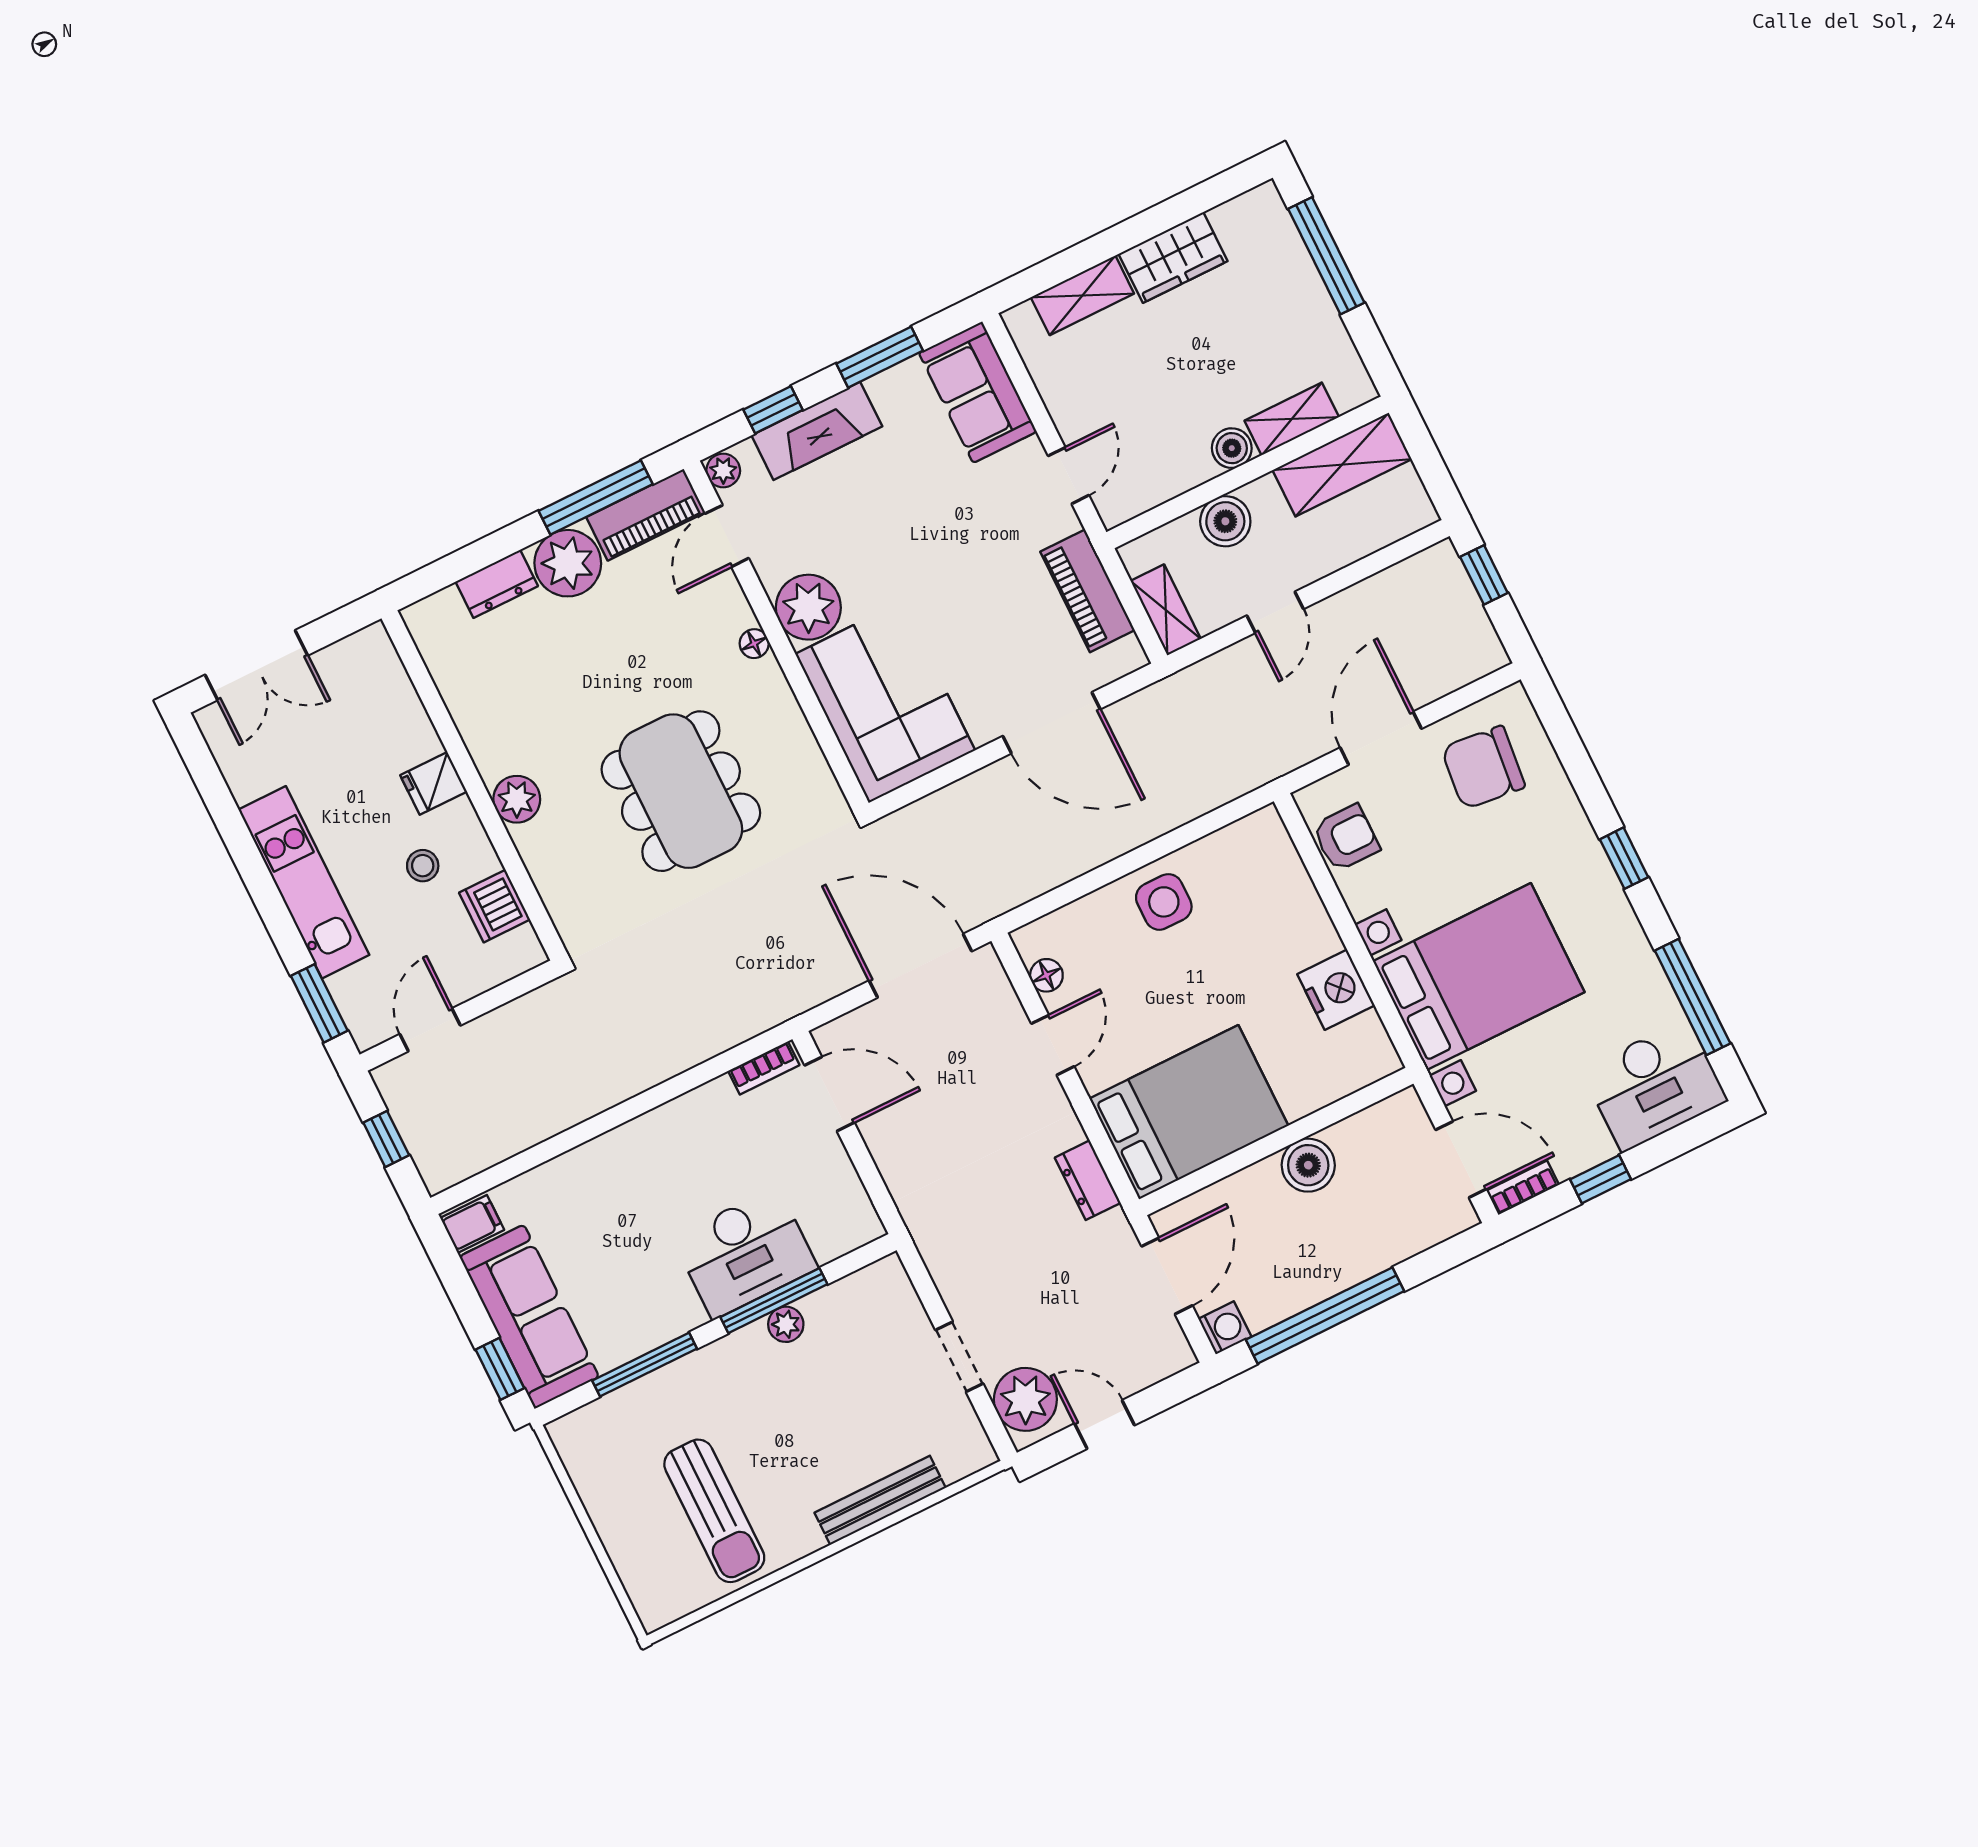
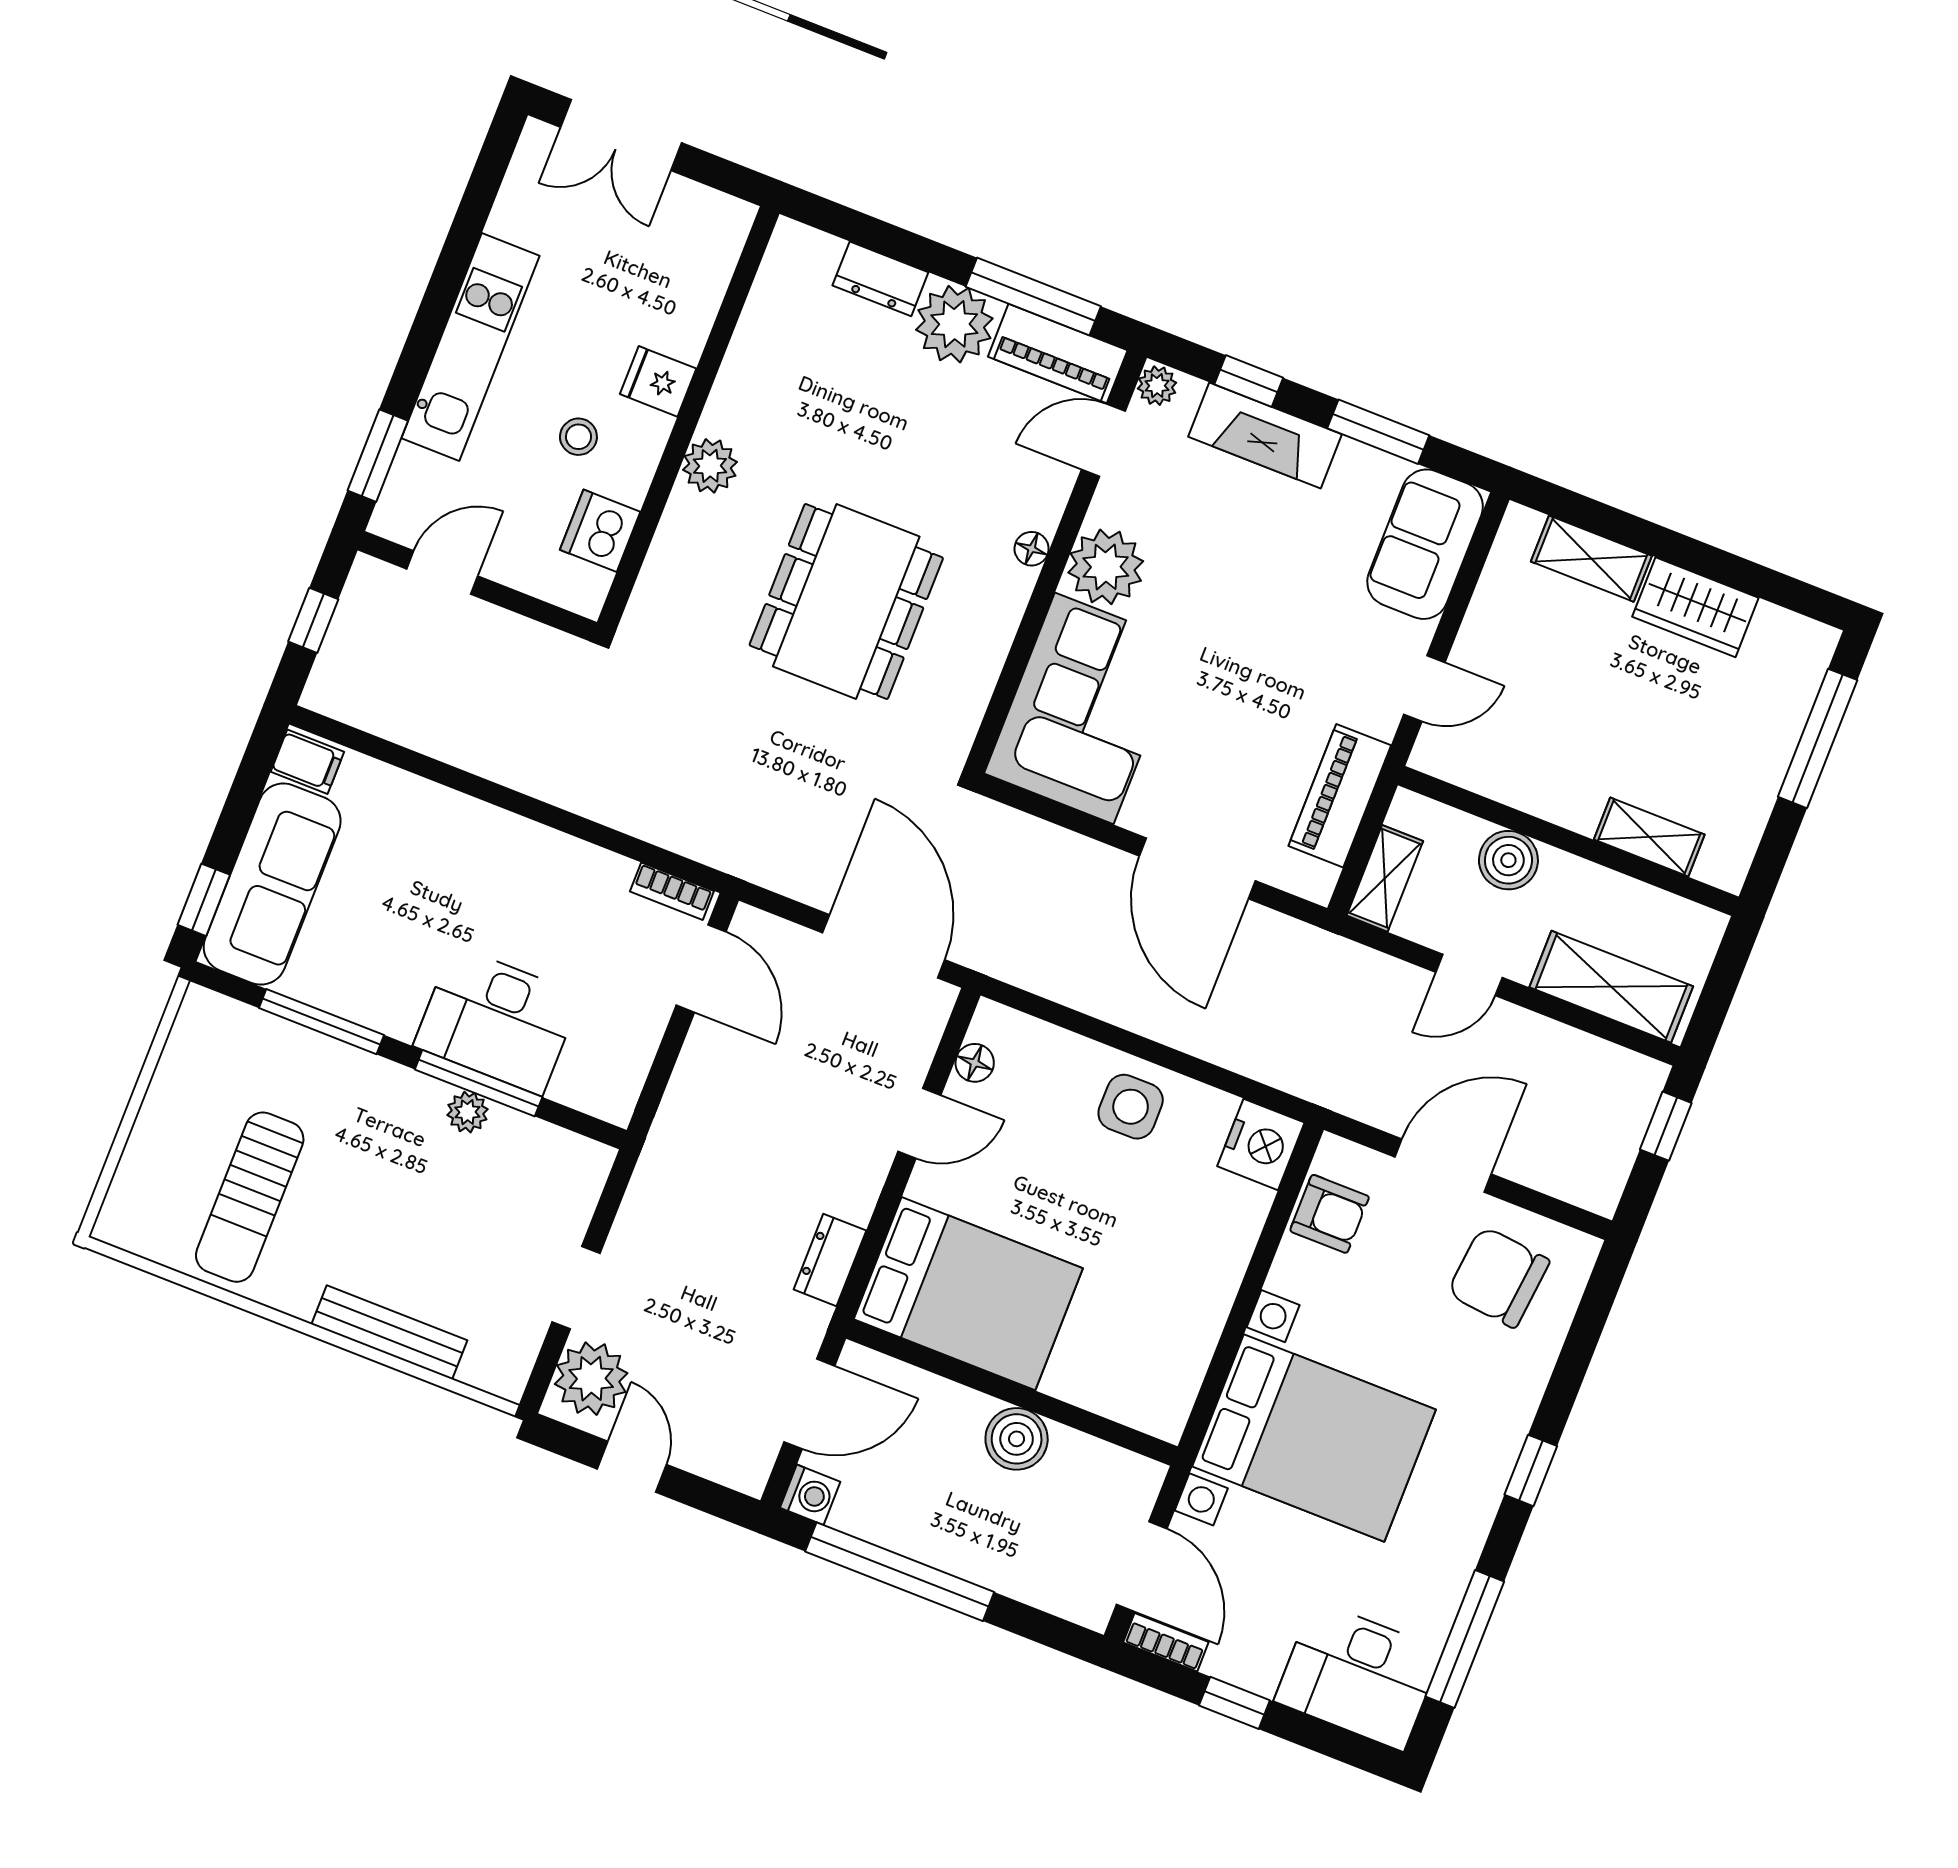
boiler: (1232, 448) -> (1577, 808), removed
shelving: (1342, 465) -> (1611, 987), moved
nightstand: (1336, 990) -> (1261, 1144), moved

